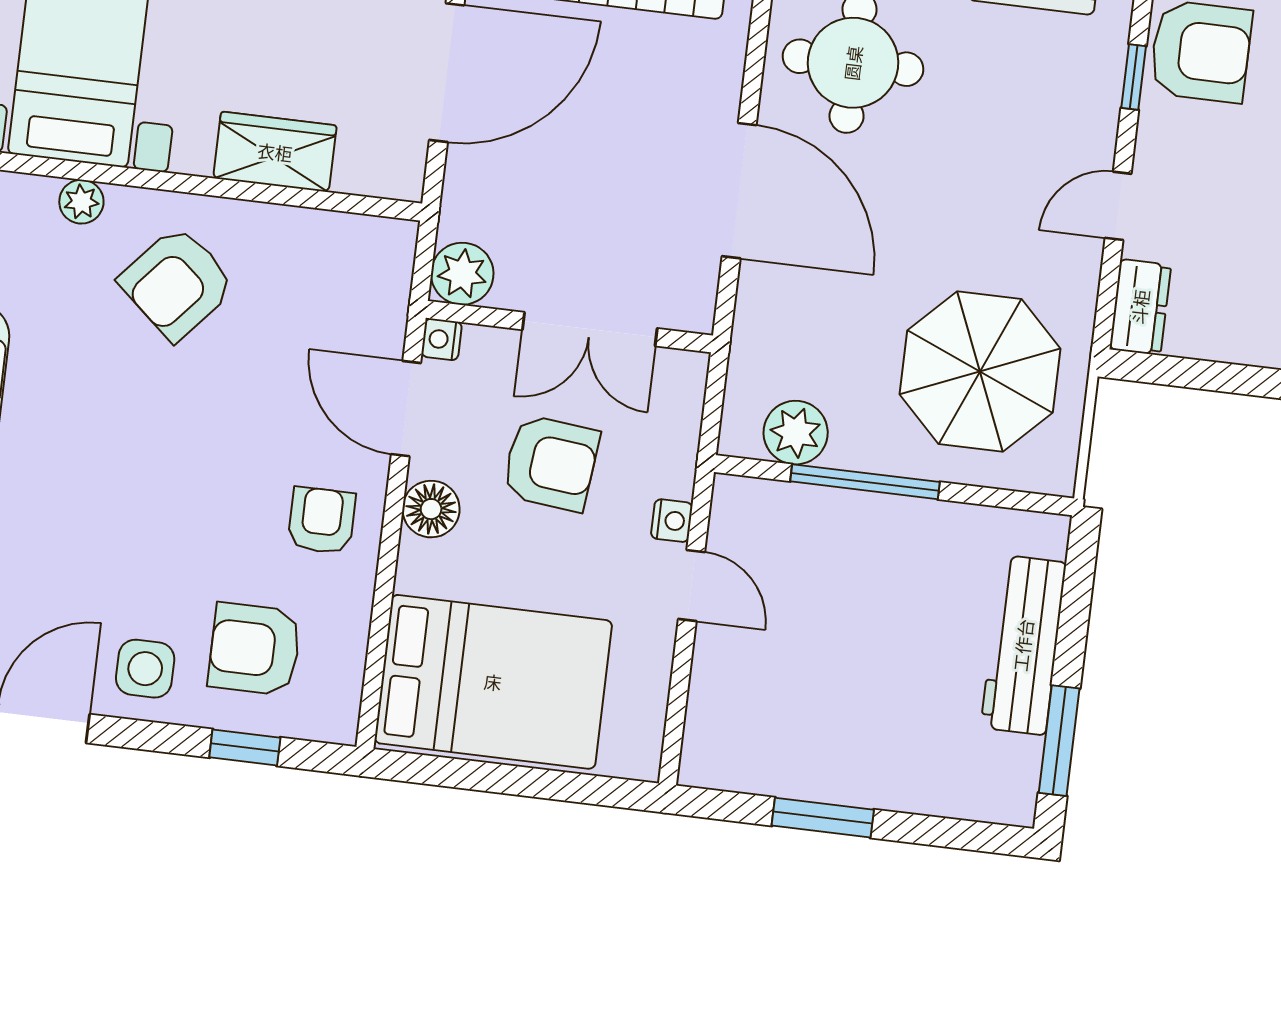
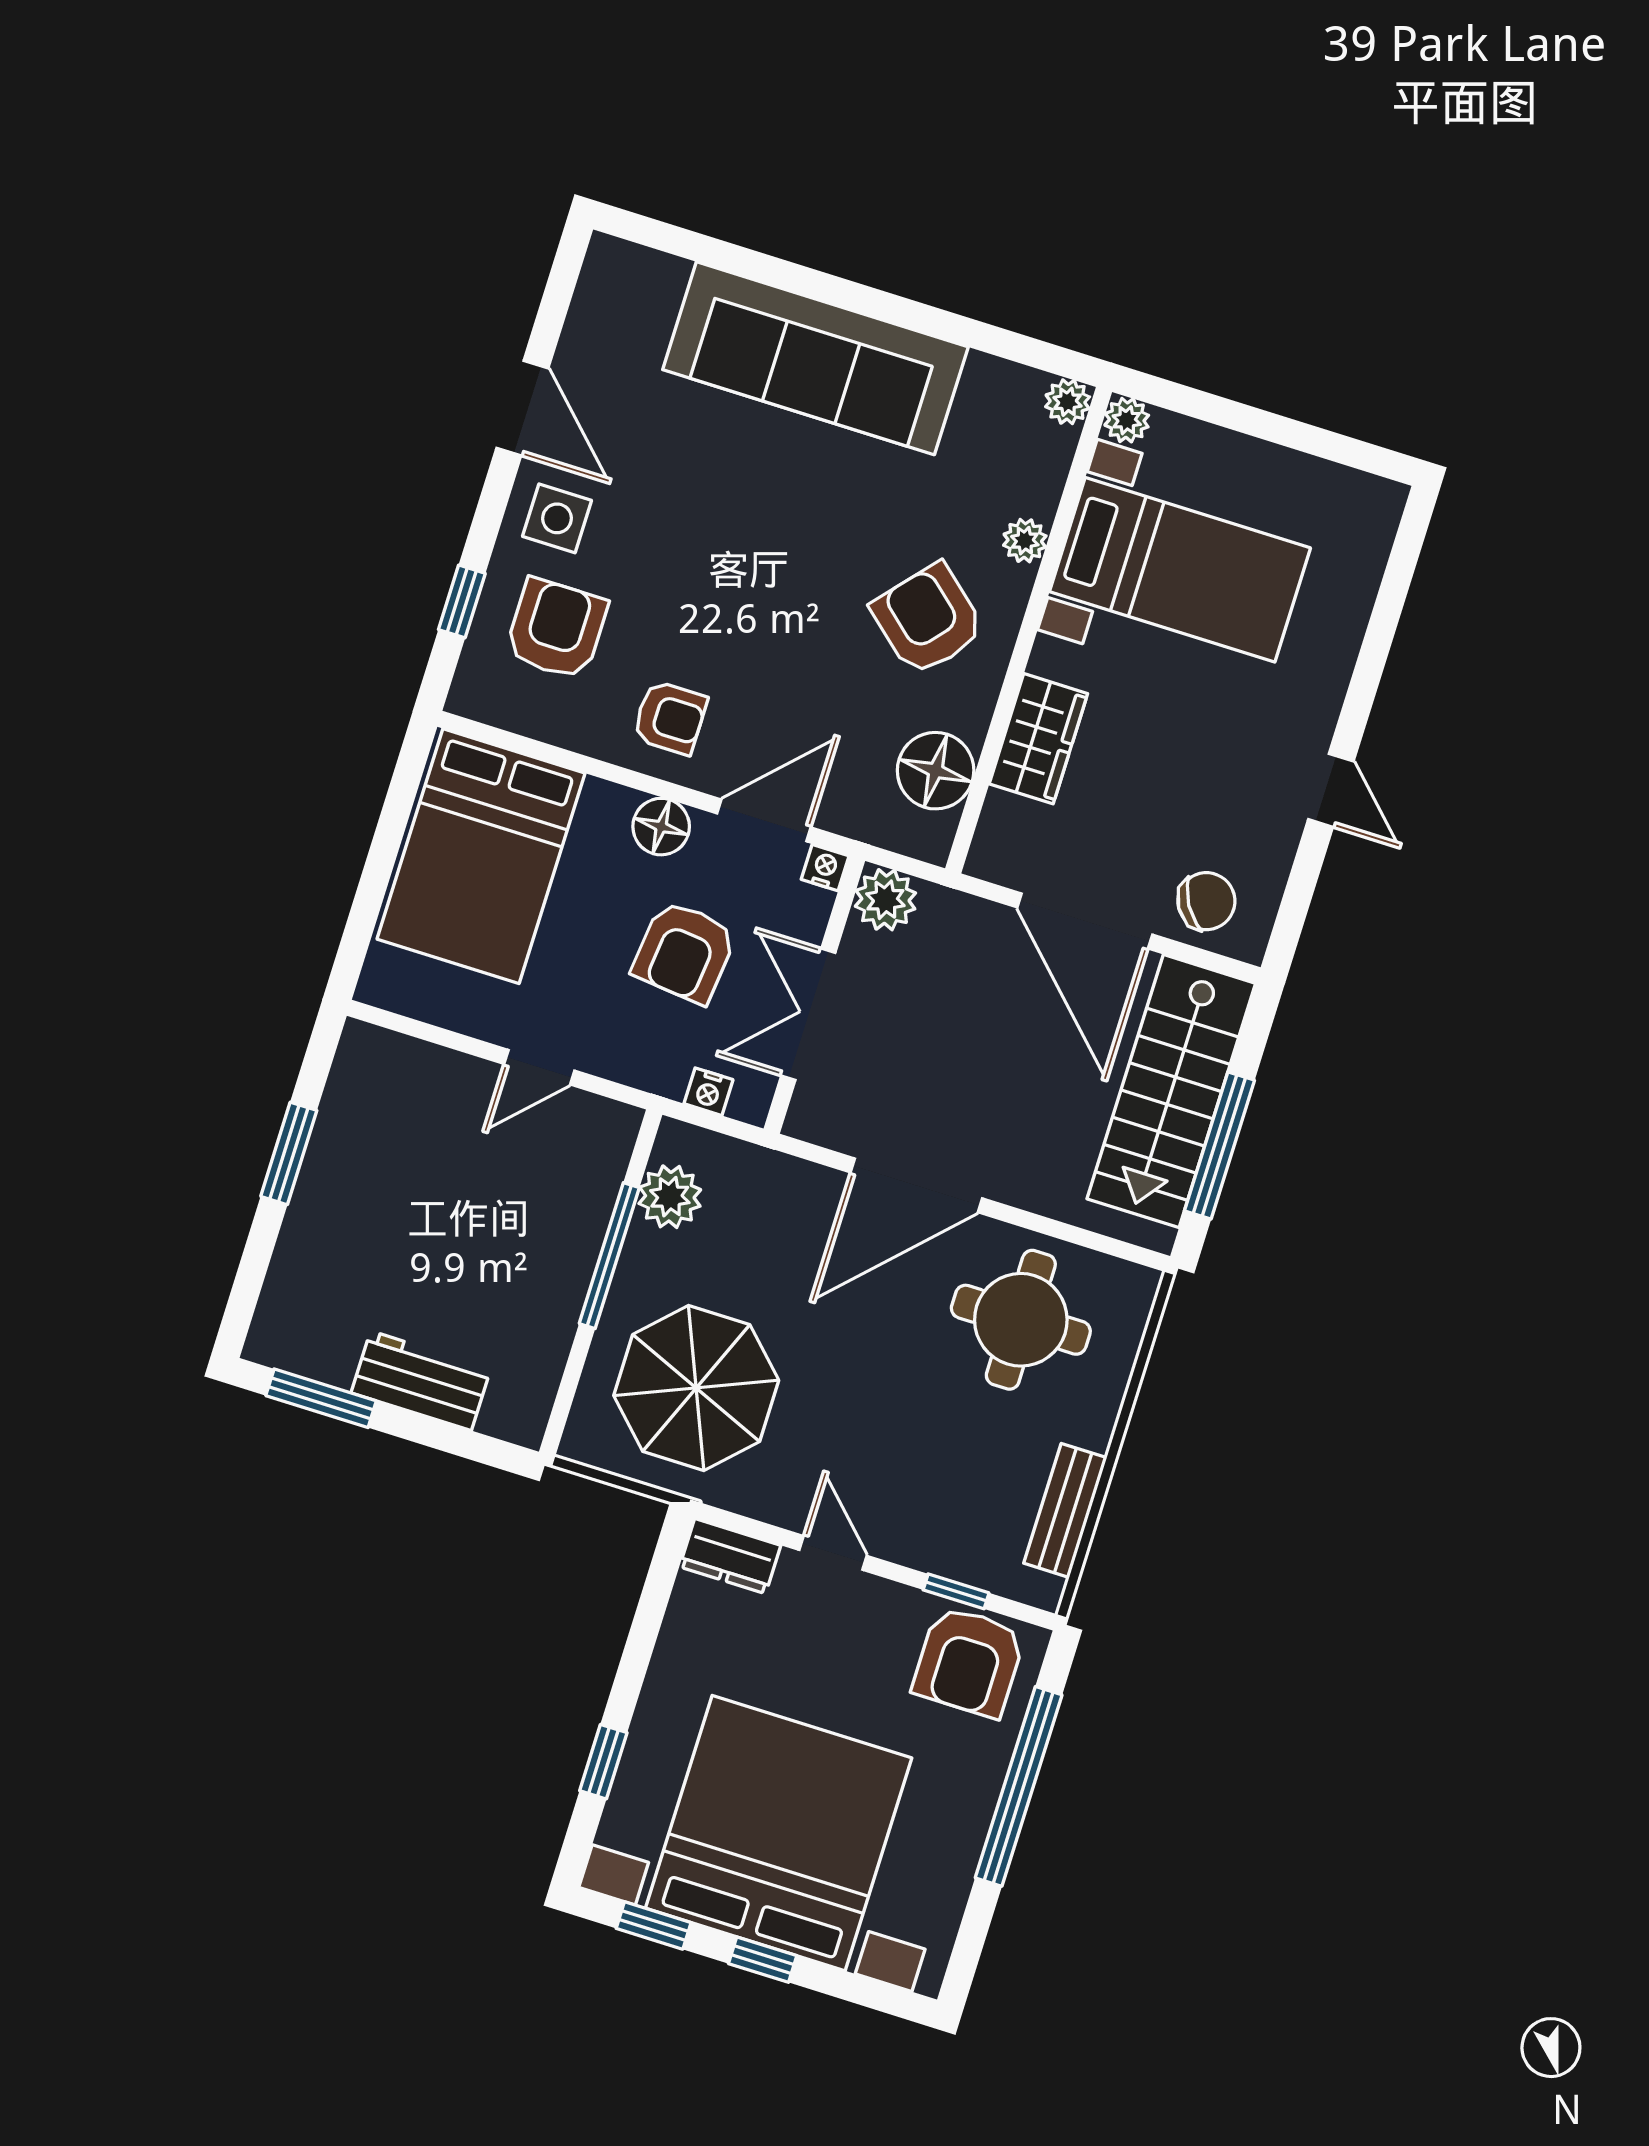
floor lamp: (325, 248) -> (936, 771), added
nightstand: (672, 521) -> (708, 1092), moved
workbench: (1023, 645) -> (421, 1381), width x0.73

